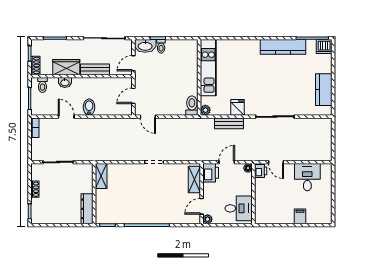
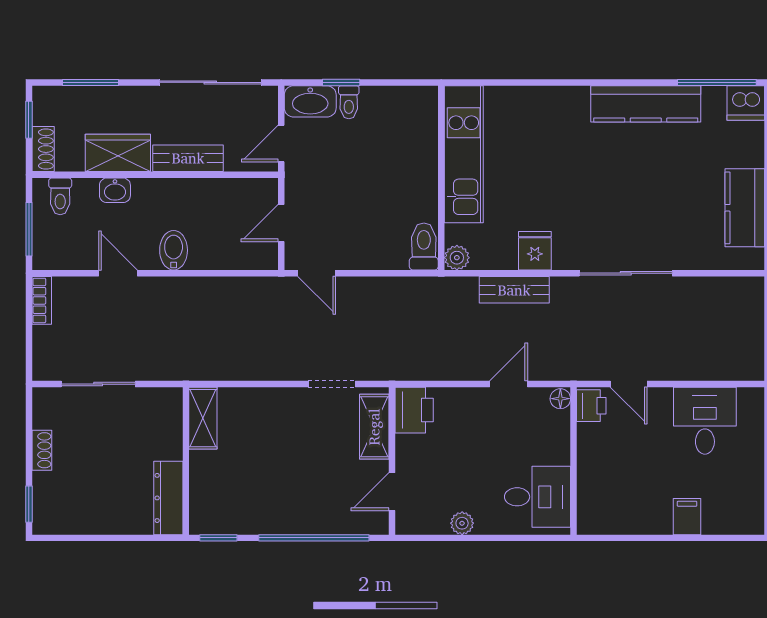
printer: (211, 173) -> (414, 410), moved
shelving: (194, 180) -> (374, 427), moved
wall: (202, 194) -> (392, 461), moved
door: (202, 206) -> (392, 492), moved

